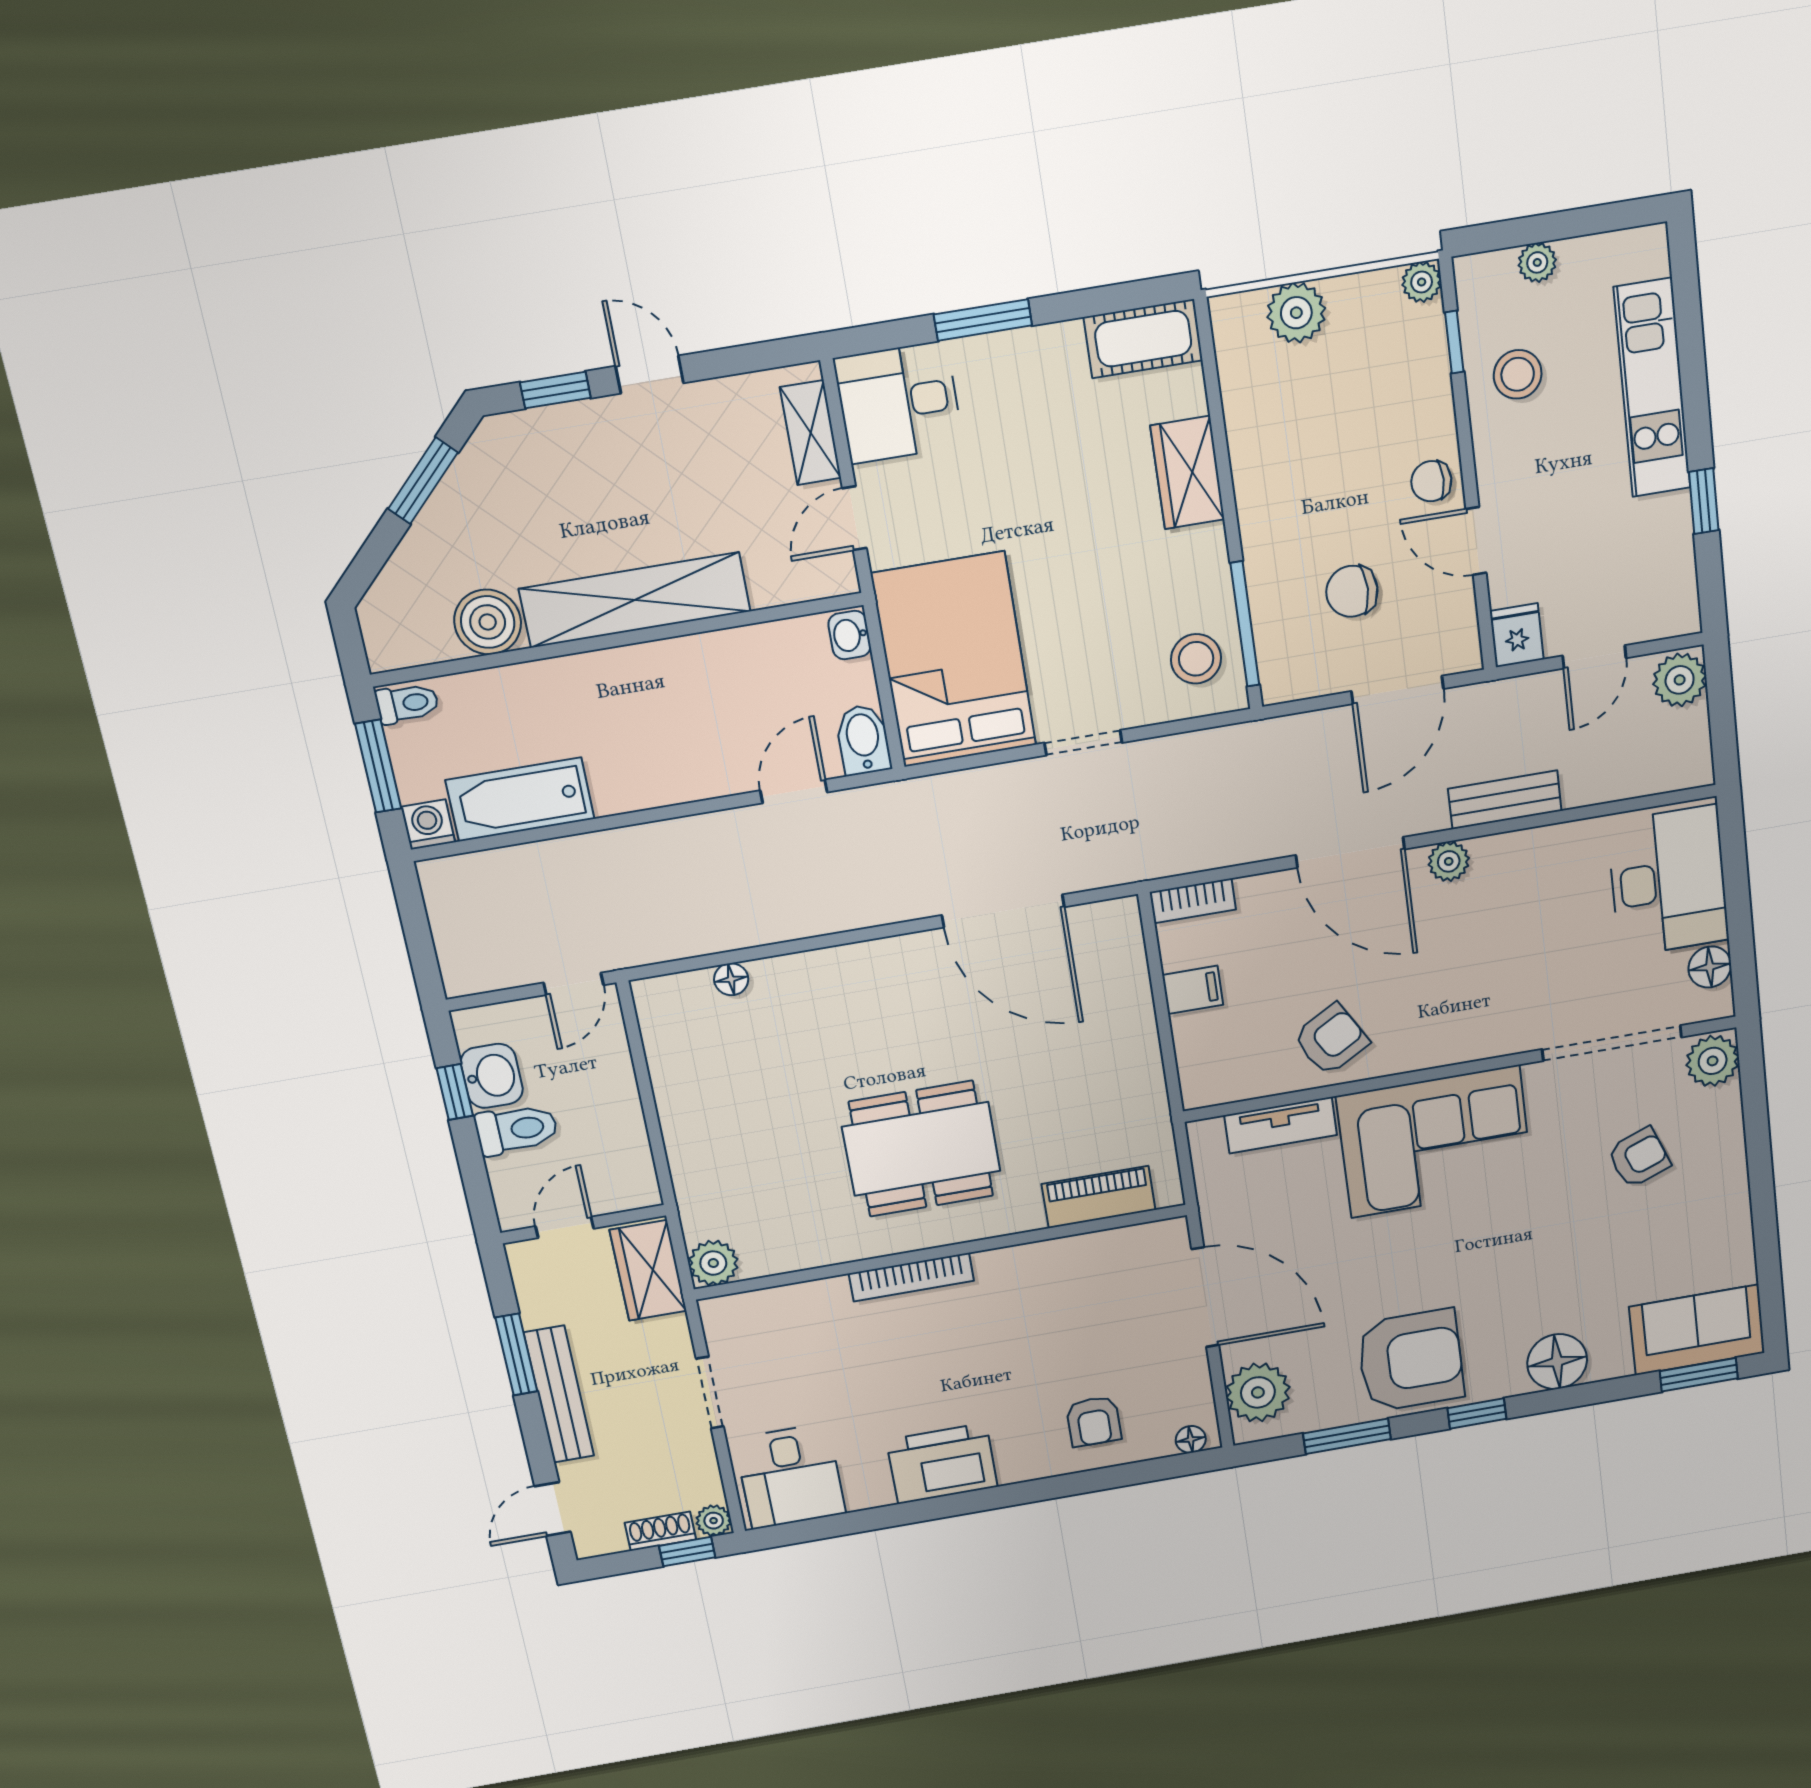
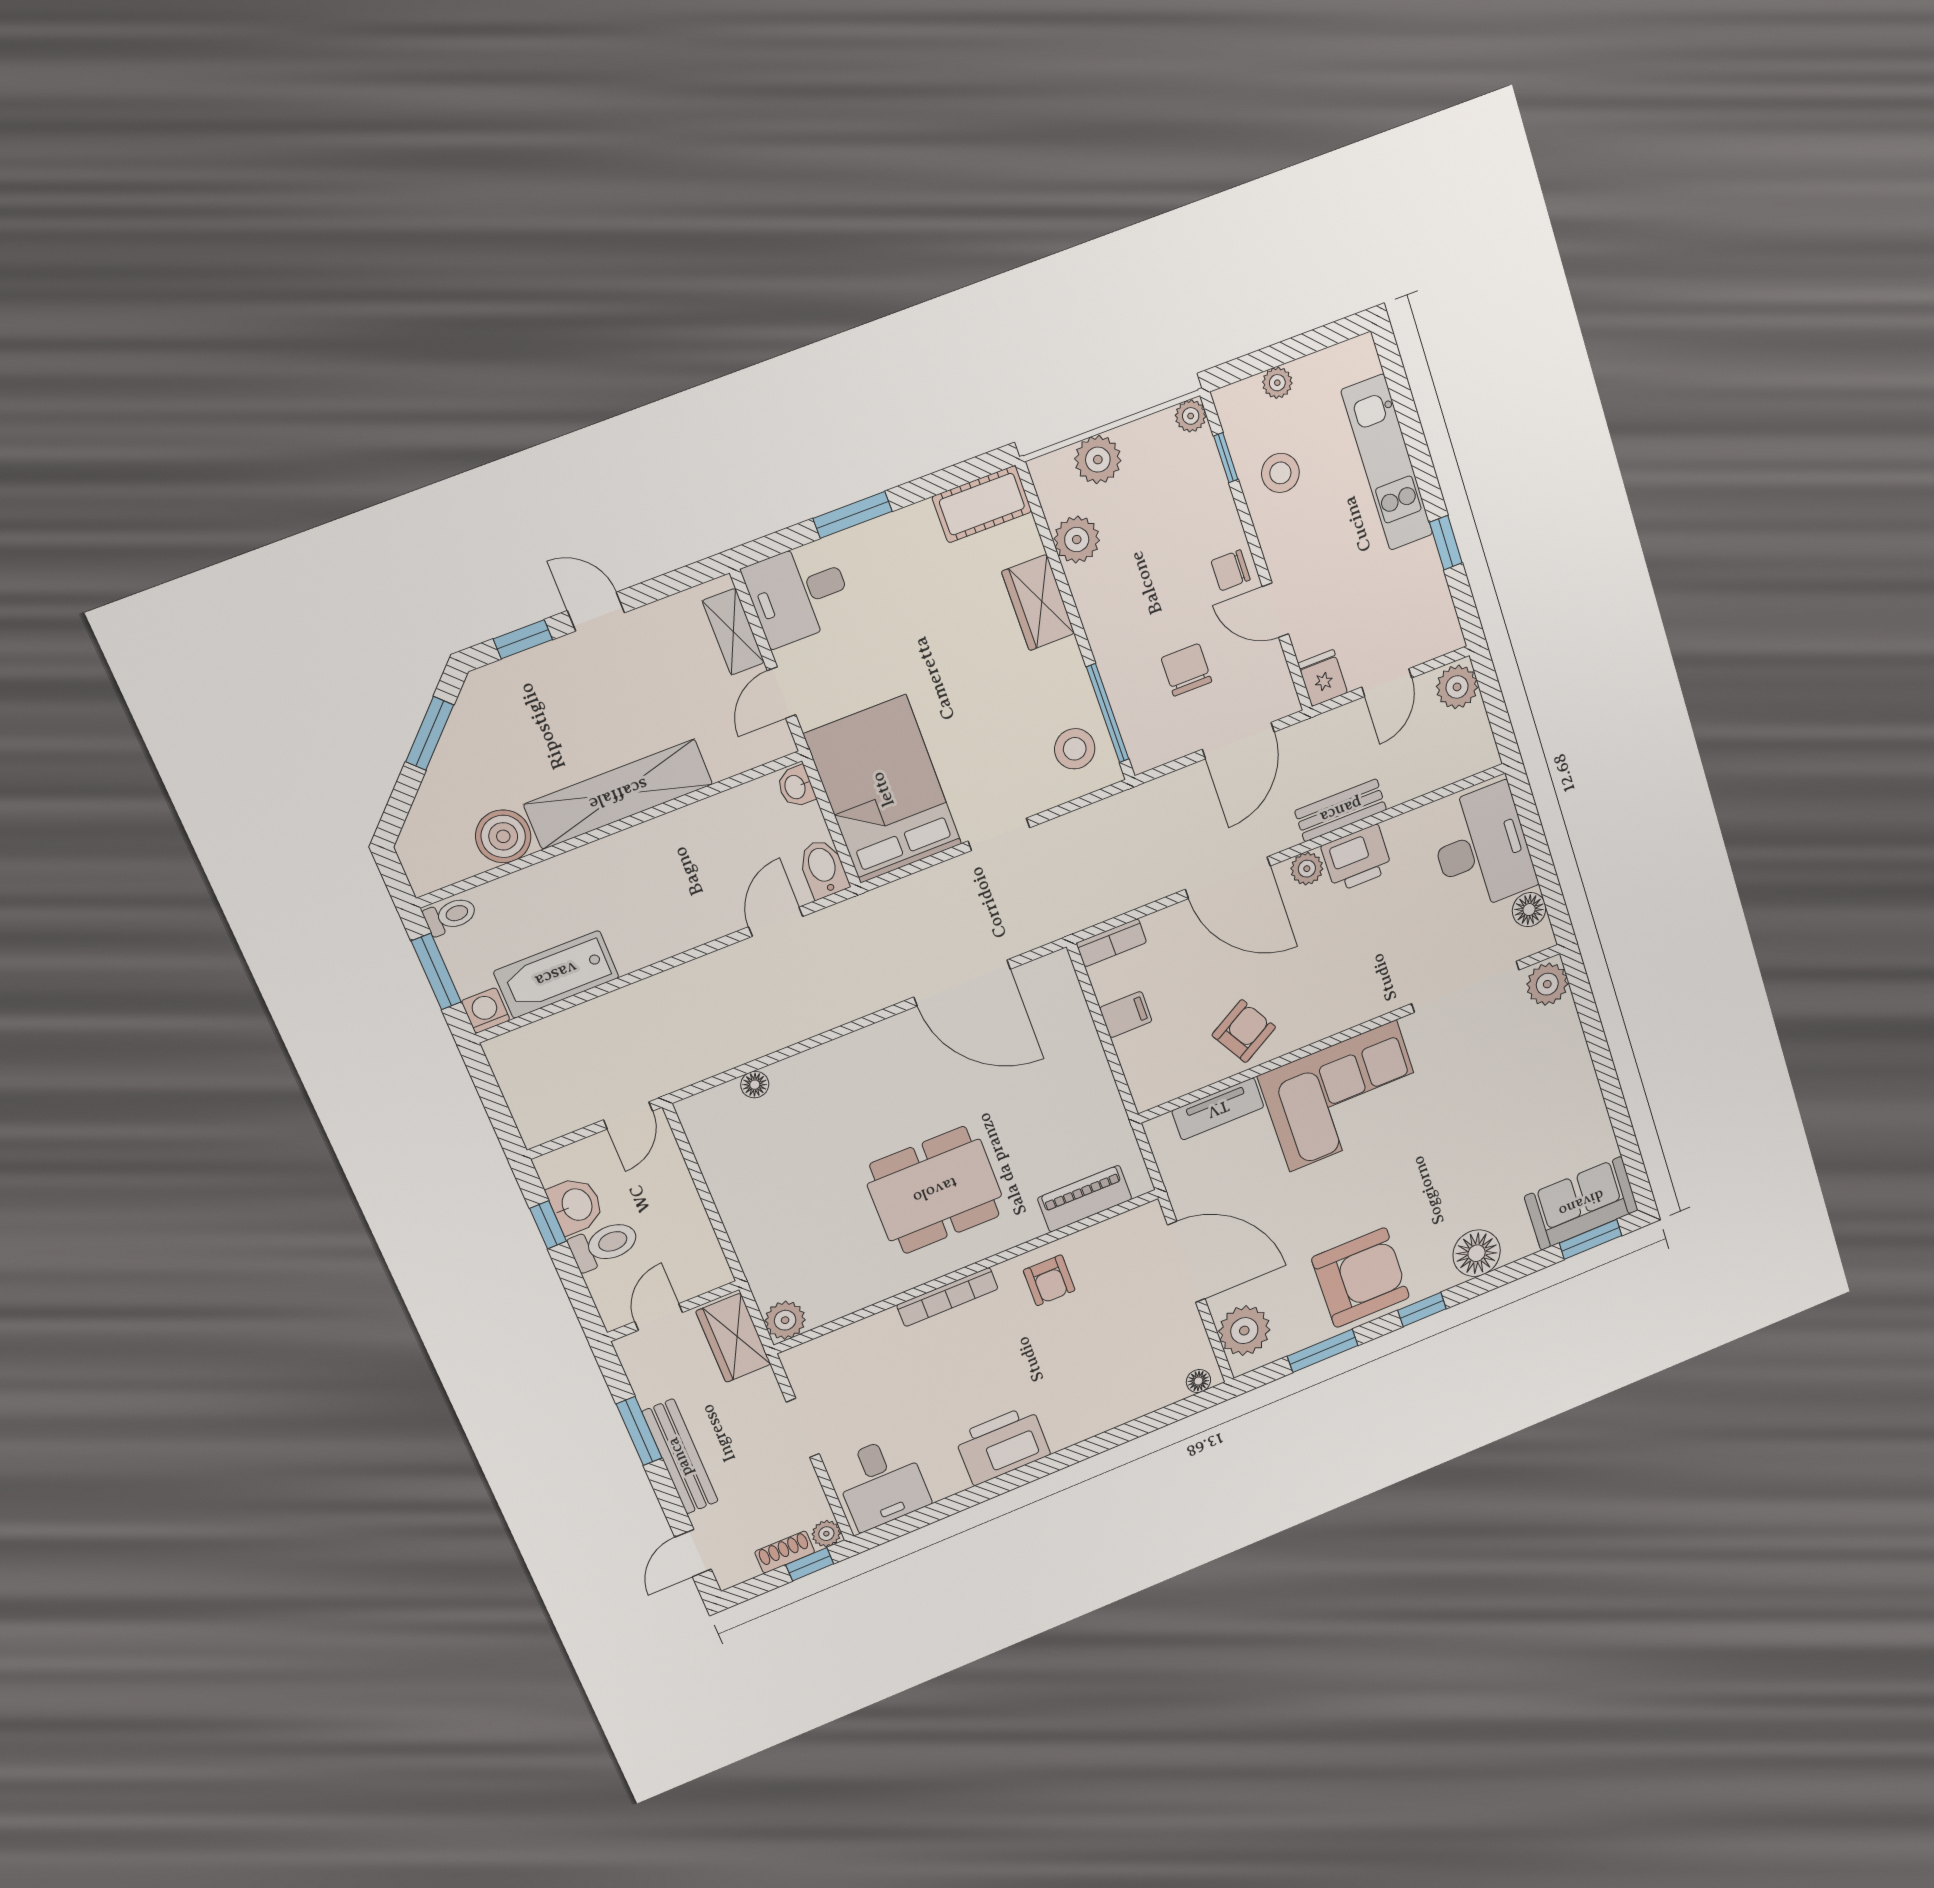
plant: (1250, 405) -> (1077, 540), added
chair: (1352, 591) -> (1186, 670), turned 90
printer: (1512, 862) -> (1357, 858), added
armchair: (1639, 1158) -> (1506, 1074), removed
armchair: (1094, 1421) -> (1049, 1280), moved

